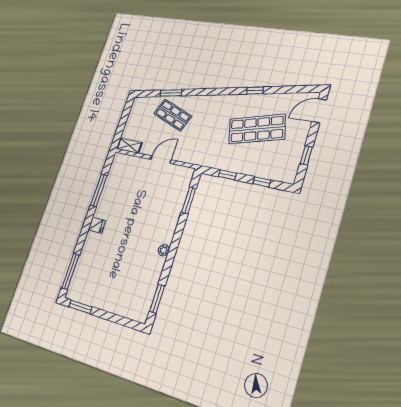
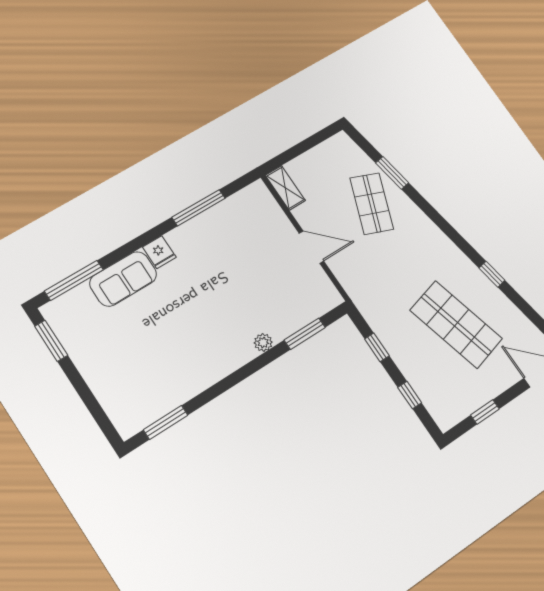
plant: (164, 250) -> (263, 342), moved
sofa: (90, 251) -> (123, 279), added

